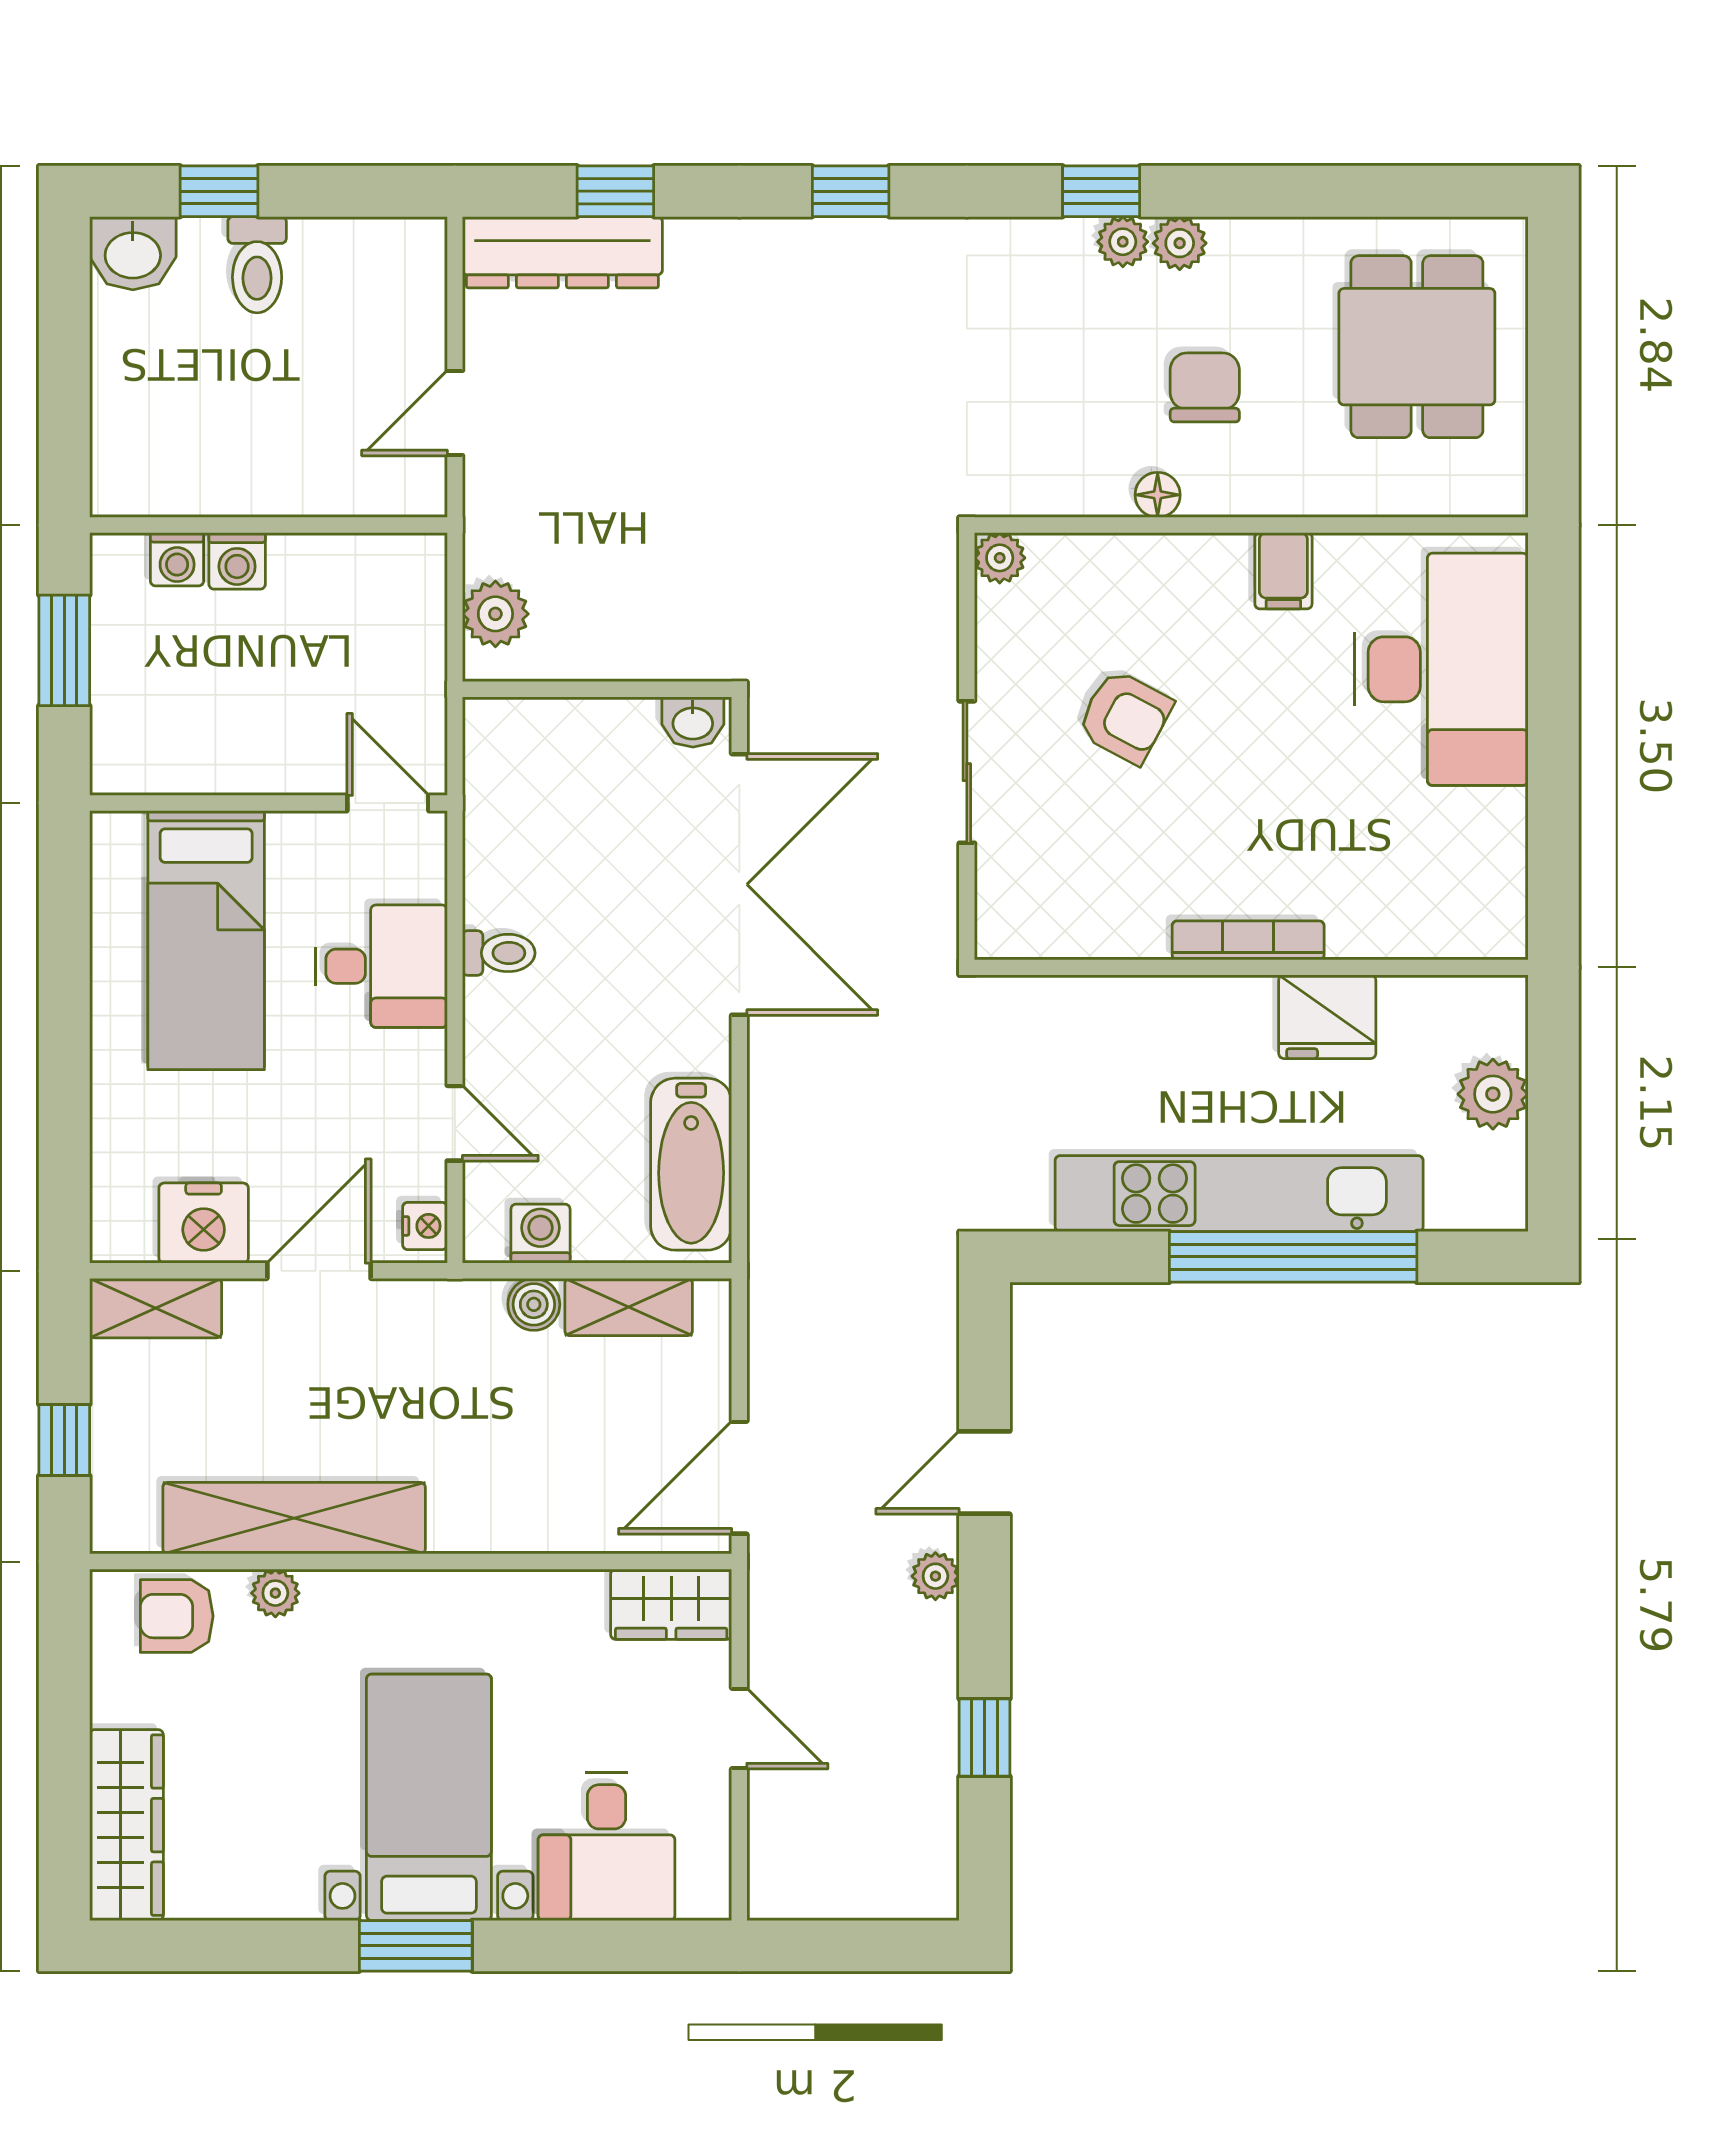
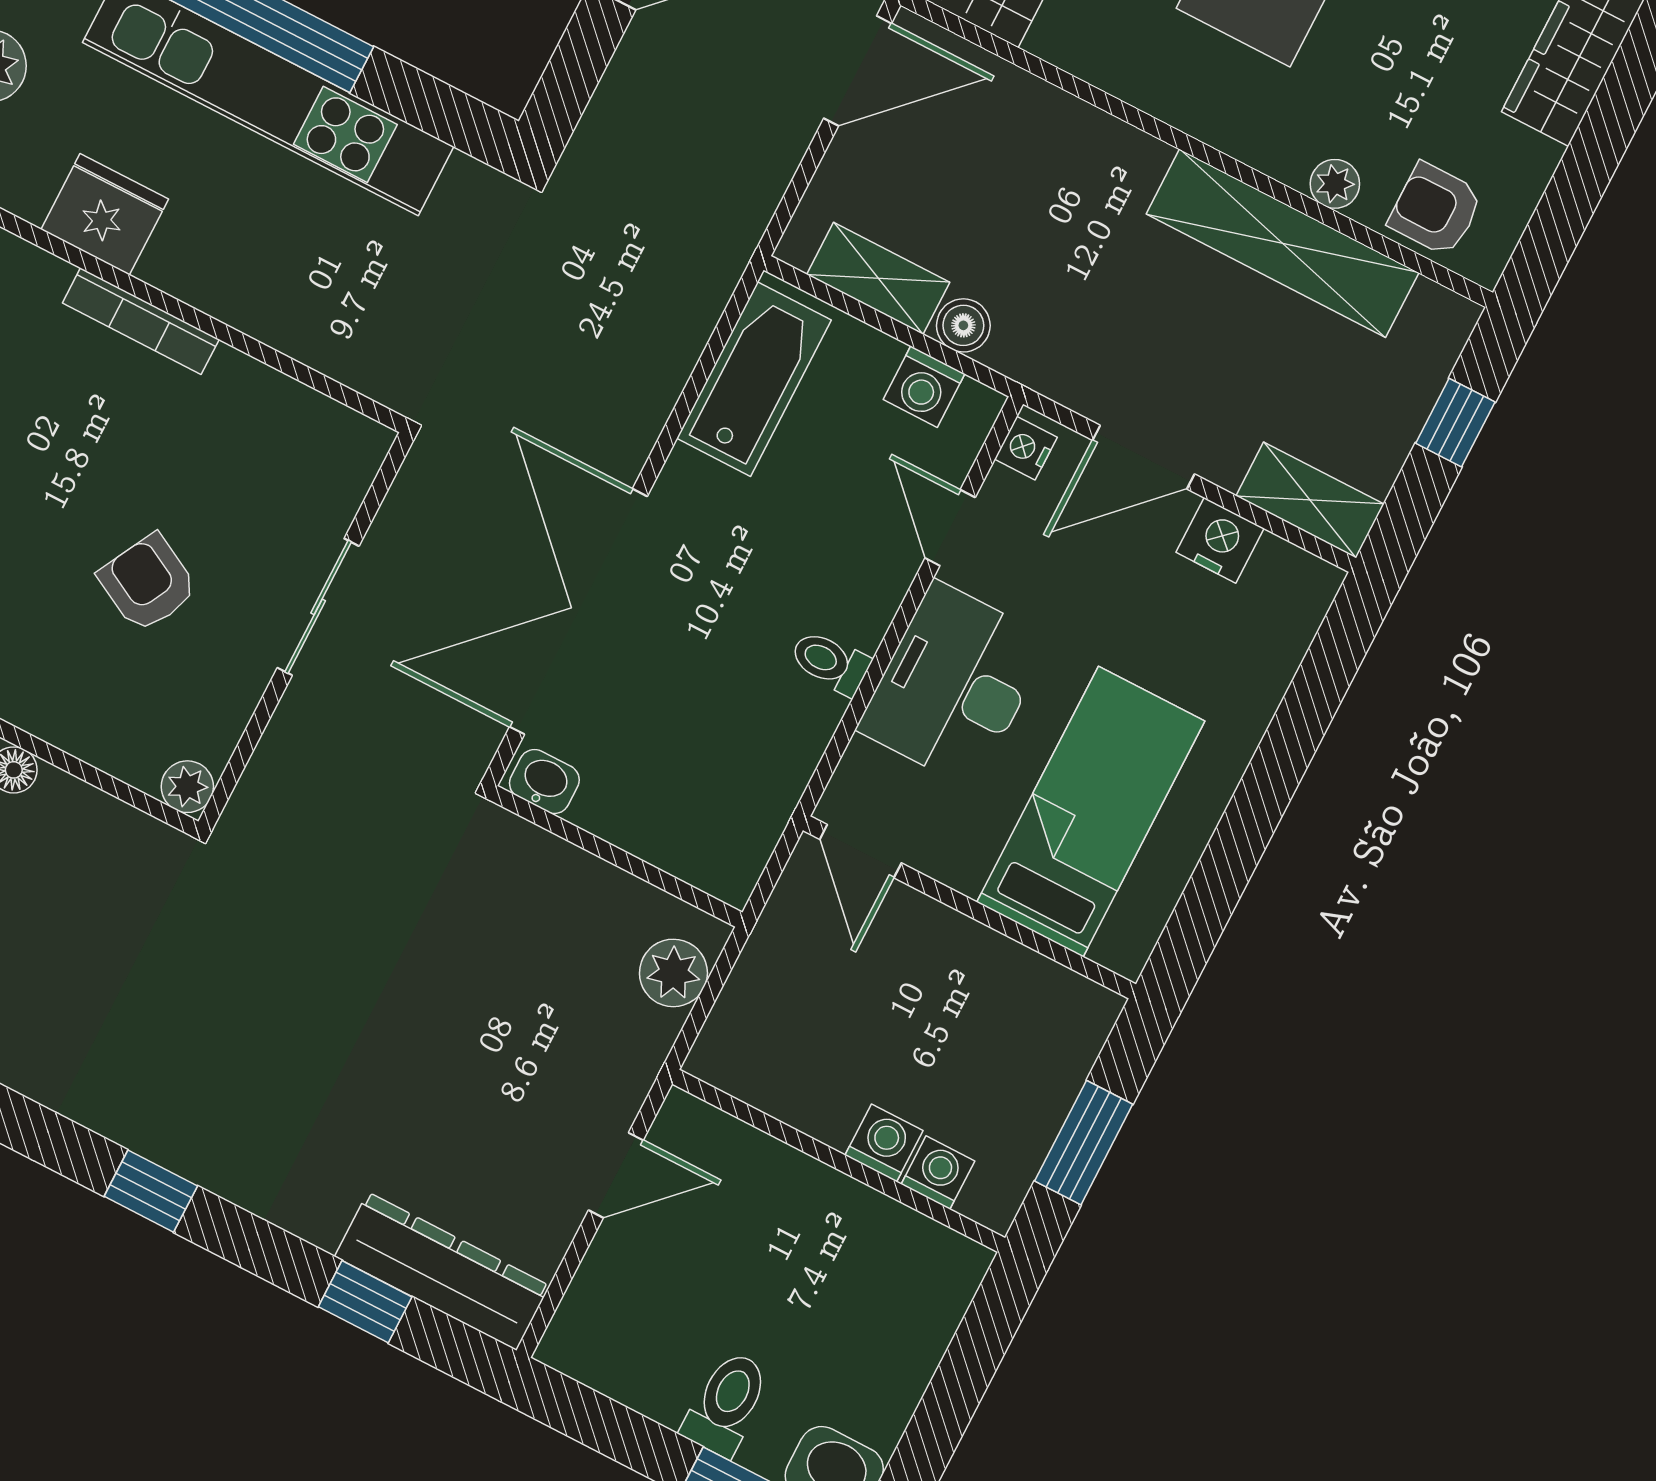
desk: (381, 966) -> (954, 685), width x1.37
nightstand: (204, 1223) -> (1220, 540), width x0.74, depth x0.75
armchair: (177, 1616) -> (1436, 209), turned 180

